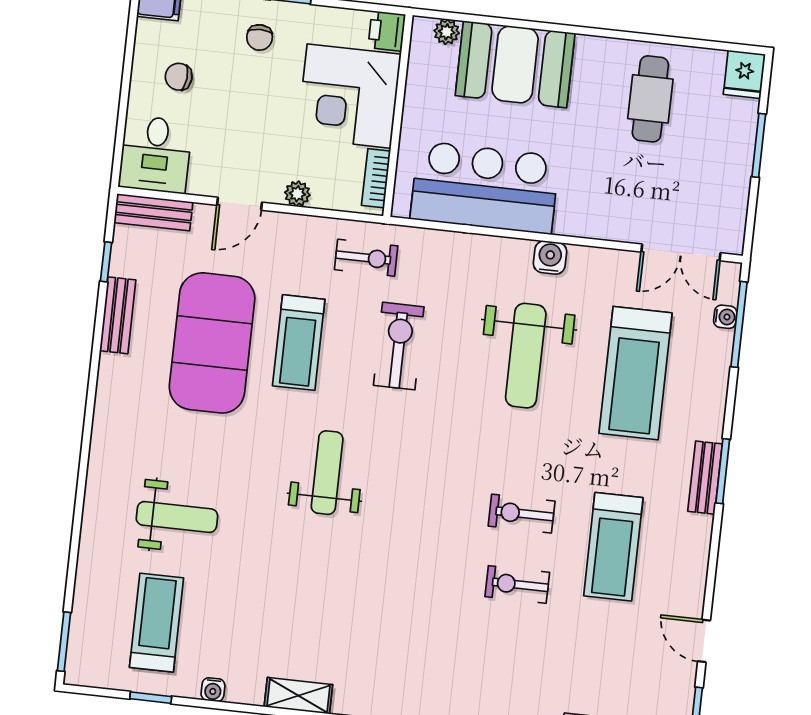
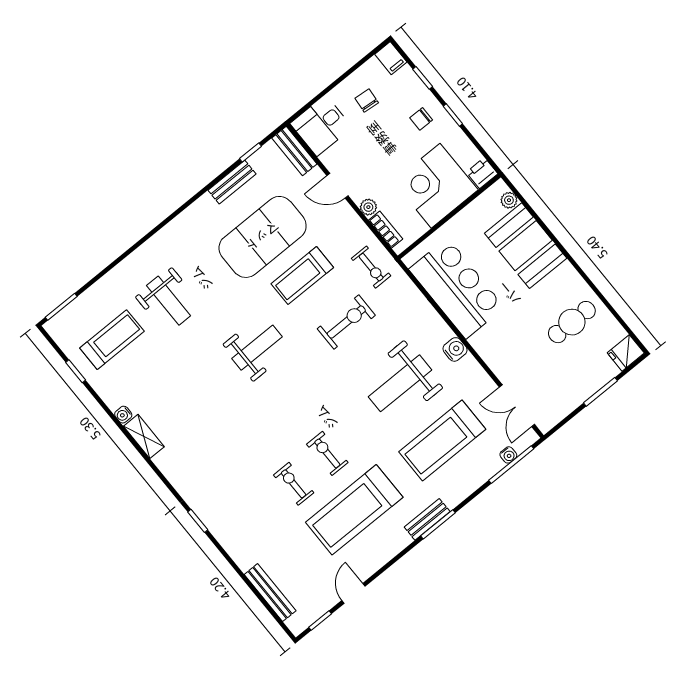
bookcase: (376, 178) -> (386, 230), moved, turned 90
treadmill: (613, 547) -> (354, 510), width x1.37, depth x1.38
water cooler: (213, 690) -> (123, 415), moved

